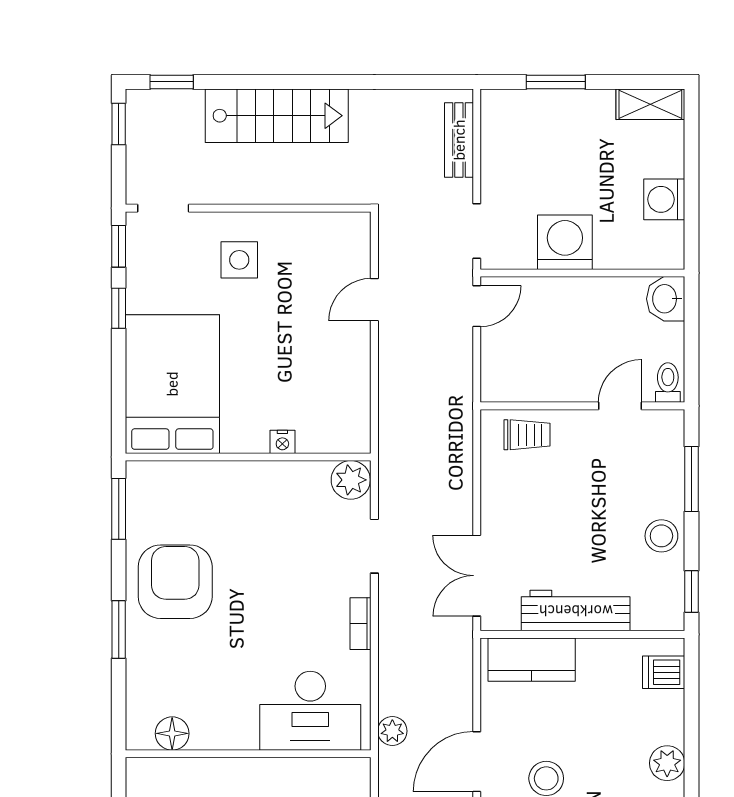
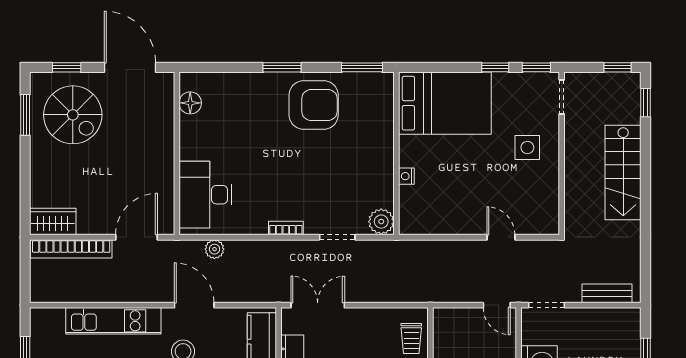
desk: (310, 711) -> (205, 195), moved
floor lamp: (172, 733) -> (190, 103), moved
wall: (248, 754) -> (177, 153), moved

